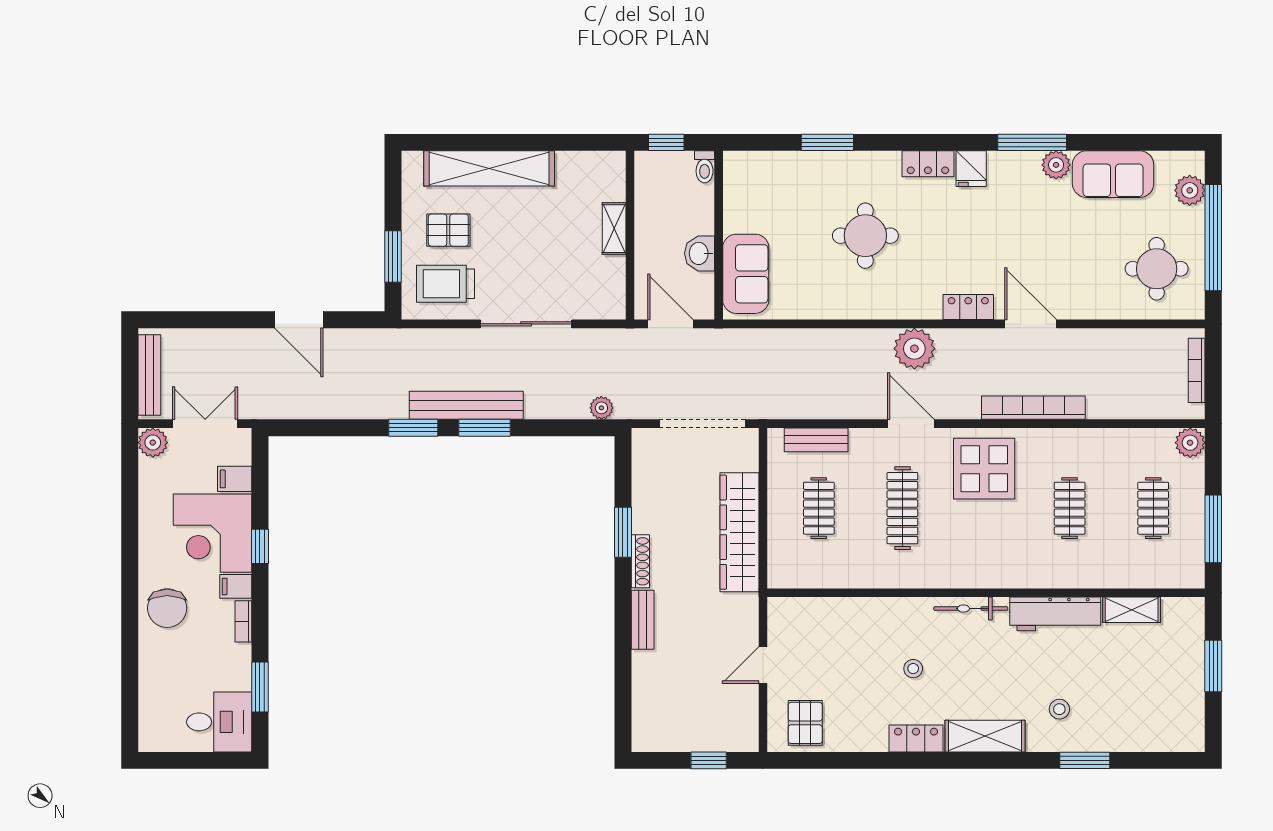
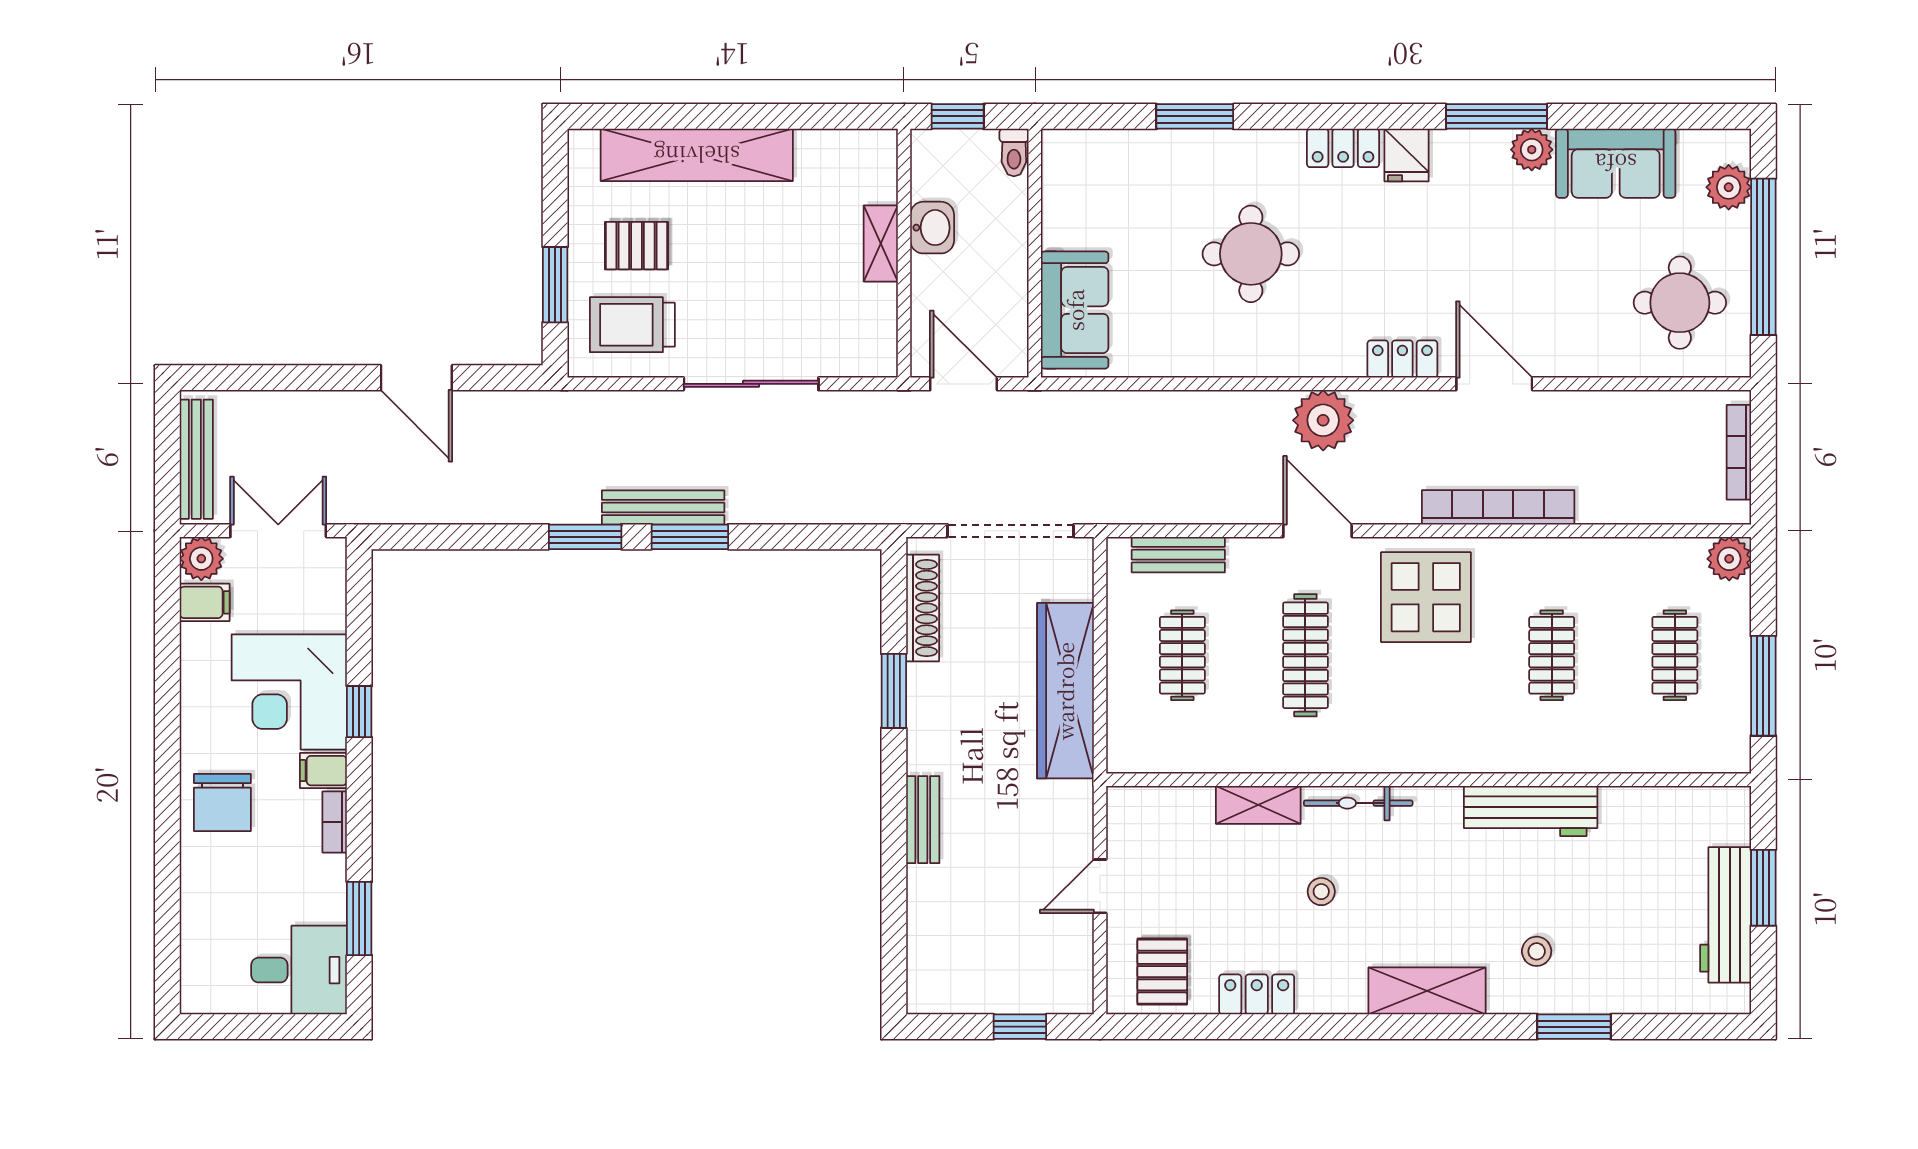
washbasin: (700, 253) -> (932, 228), moved, turned 180
bench: (466, 405) -> (663, 507), width x0.73, depth x0.82
plant: (601, 408) -> (862, 508), removed
filing cabinet: (235, 479) -> (205, 602), moved, turned 180
shoe rack: (640, 561) -> (923, 608), moved, width x1.36, depth x1.24
bicycle: (971, 609) -> (1358, 803), moved
shelving: (1132, 610) -> (1258, 805), moved
workbench: (1188, 684) -> (1726, 915), added
locker: (916, 738) -> (1257, 994), moved

